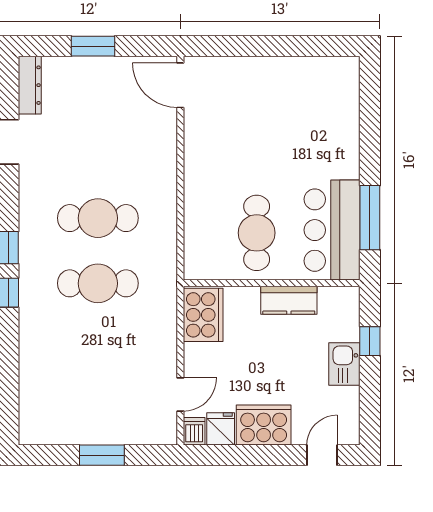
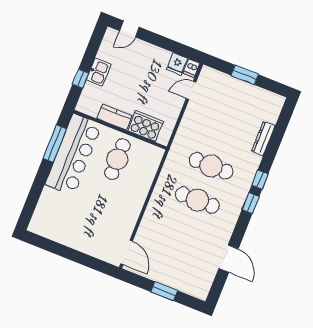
dresser: (30, 85) -> (263, 138), moved
bar counter: (332, 230) -> (73, 154), width x1.36
cooker: (203, 315) -> (145, 126), moved, turned 90
cooker: (264, 425) -> (154, 57), removed

